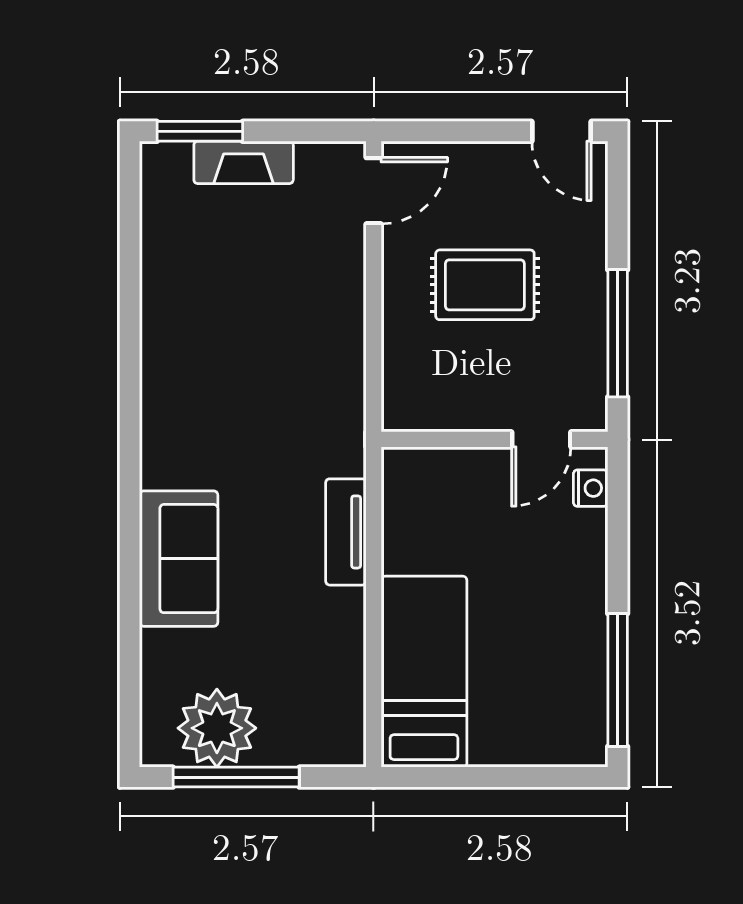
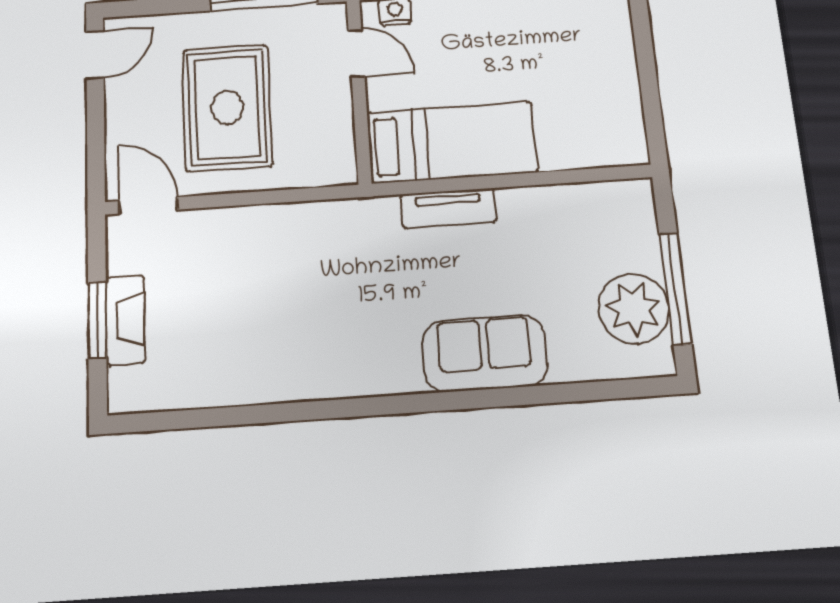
window: (200, 131) -> (97, 320), moved
rug: (485, 285) -> (227, 107), width x1.36, depth x1.43
bed: (424, 672) -> (452, 142), moved, turned 180

